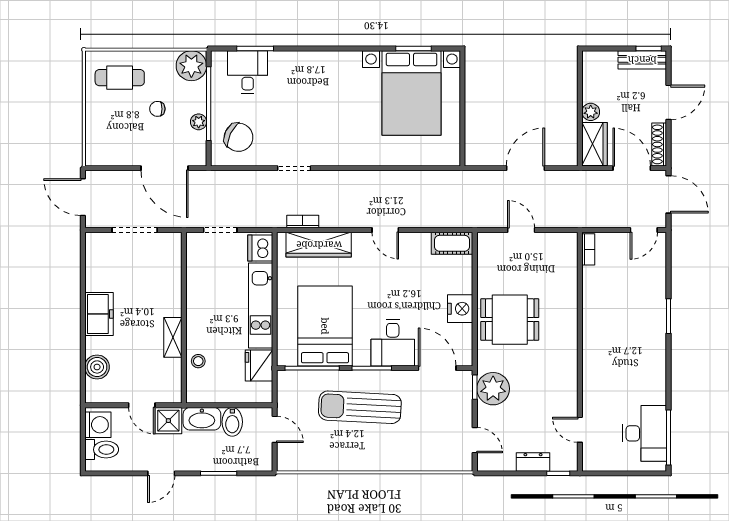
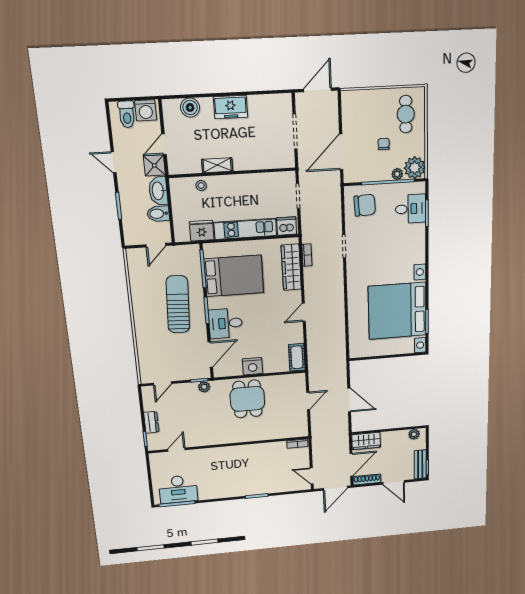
bed with nightstands: (411, 93) -> (397, 311), width x1.36
plant: (591, 112) -> (414, 434), moved
plant: (199, 122) -> (397, 174), moved
chair: (239, 137) -> (365, 205), turned -119
plant: (493, 389) -> (204, 387), width x0.53, depth x0.53

